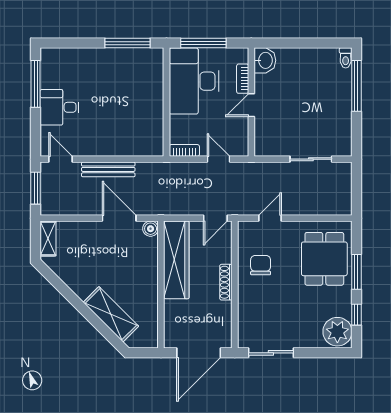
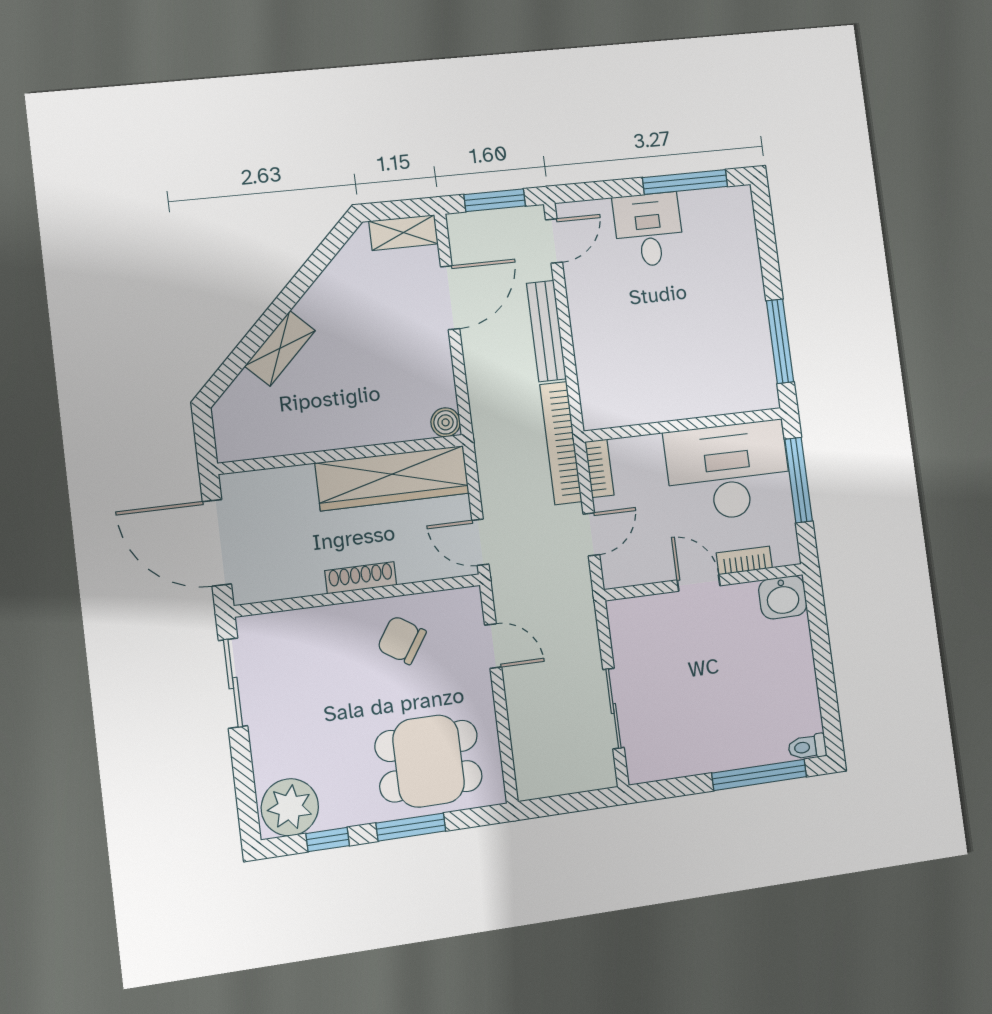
bookcase: (168, 169) -> (561, 443), added
door: (119, 218) -> (450, 298), moved
chair: (261, 265) -> (402, 640), turned -147
shelving: (111, 314) -> (280, 348), width x0.67, depth x0.75

